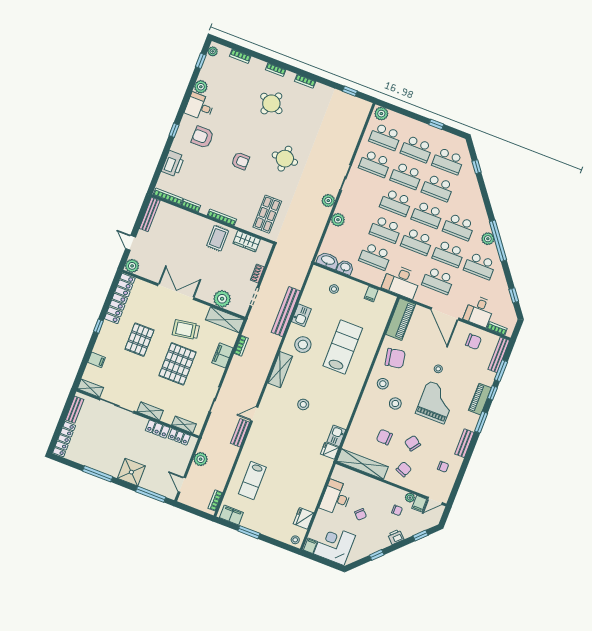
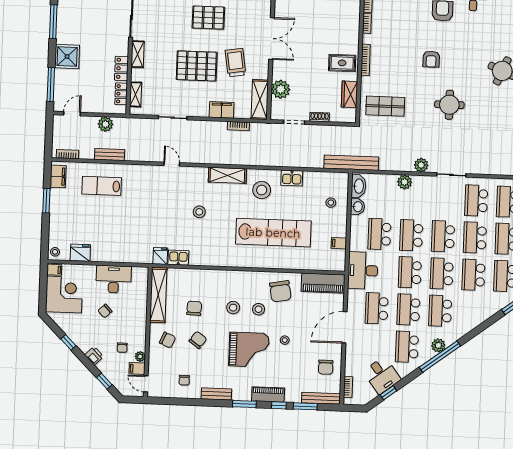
desk: (479, 311) -> (382, 375), moved, turned -127
bench: (286, 312) -> (351, 163), moved
lab bench: (343, 347) -> (273, 233), width x1.36
stool: (383, 384) -> (259, 309), moved
bench: (240, 433) -> (110, 155), moved

